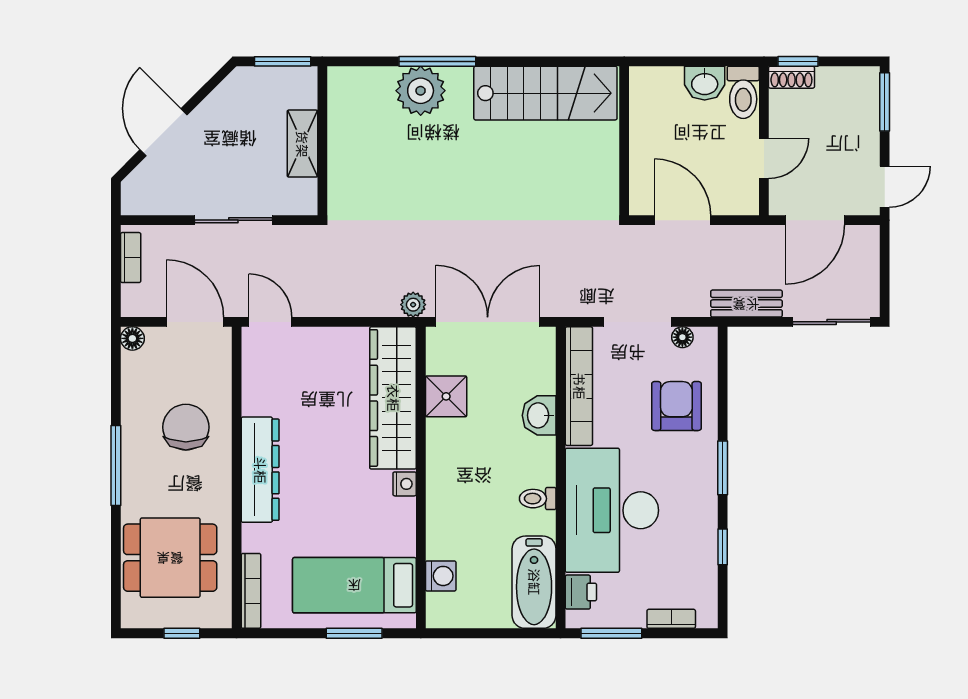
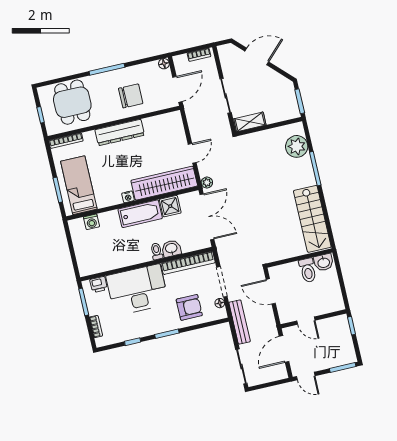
shoe rack: (791, 77) -> (344, 324), removed
washbasin: (705, 83) -> (324, 262), moved, turned -90
plant: (421, 91) -> (297, 146), moved
toilet: (743, 92) -> (308, 270), moved, turned -90
shelving: (302, 144) -> (250, 122), moved
door: (683, 220) -> (271, 291), swing flipped
door: (815, 220) -> (284, 349), hinge flipped
bench: (746, 304) -> (240, 322), width x1.36
door: (270, 322) -> (192, 153), moved
toilet: (538, 499) -> (157, 251), moved
bathtub: (534, 582) -> (140, 214), moved, turned 180

